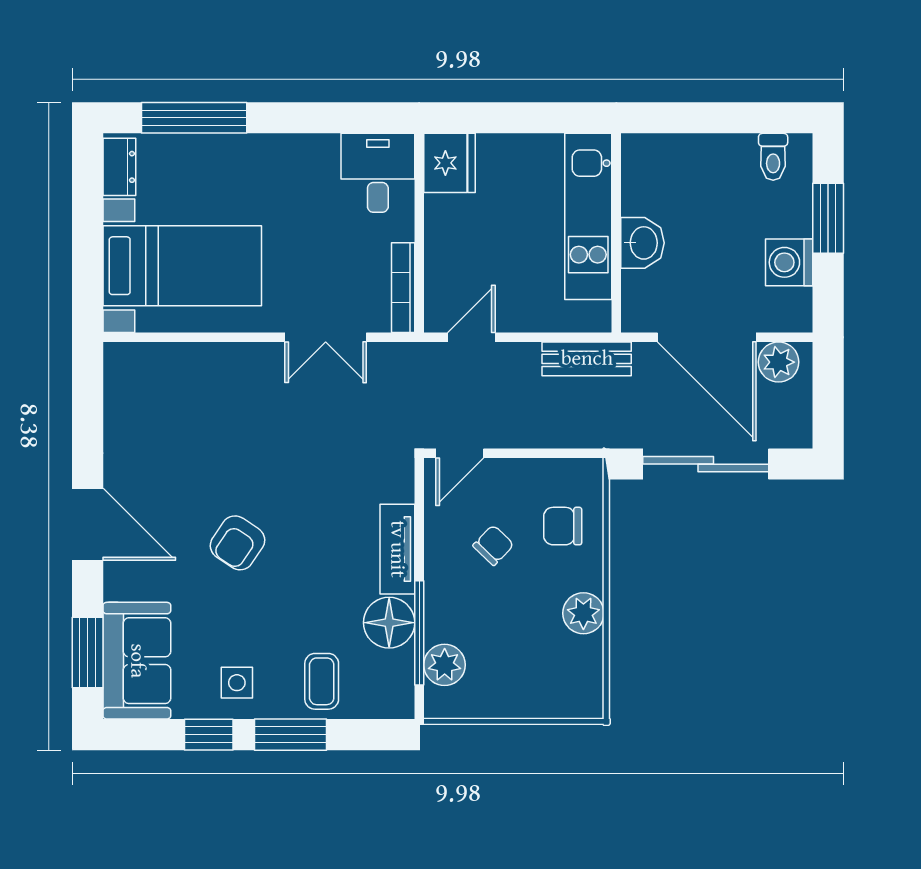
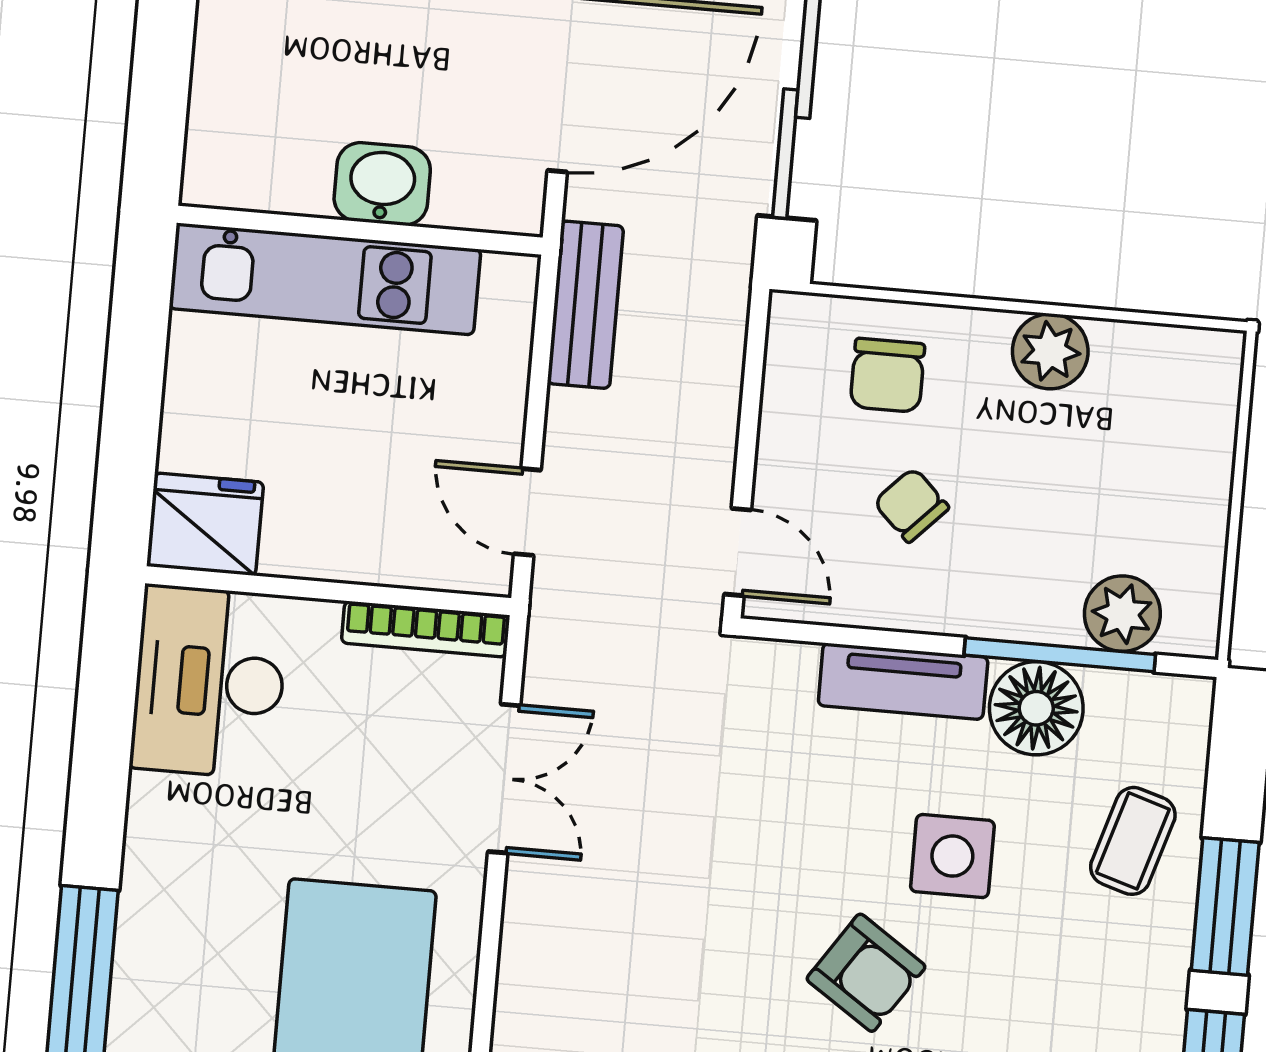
desk: (378, 173) -> (209, 682), width x1.37
coffee table: (322, 681) -> (1133, 841), turned -73
side table: (237, 683) -> (952, 856), moved, width x1.37, depth x1.37

